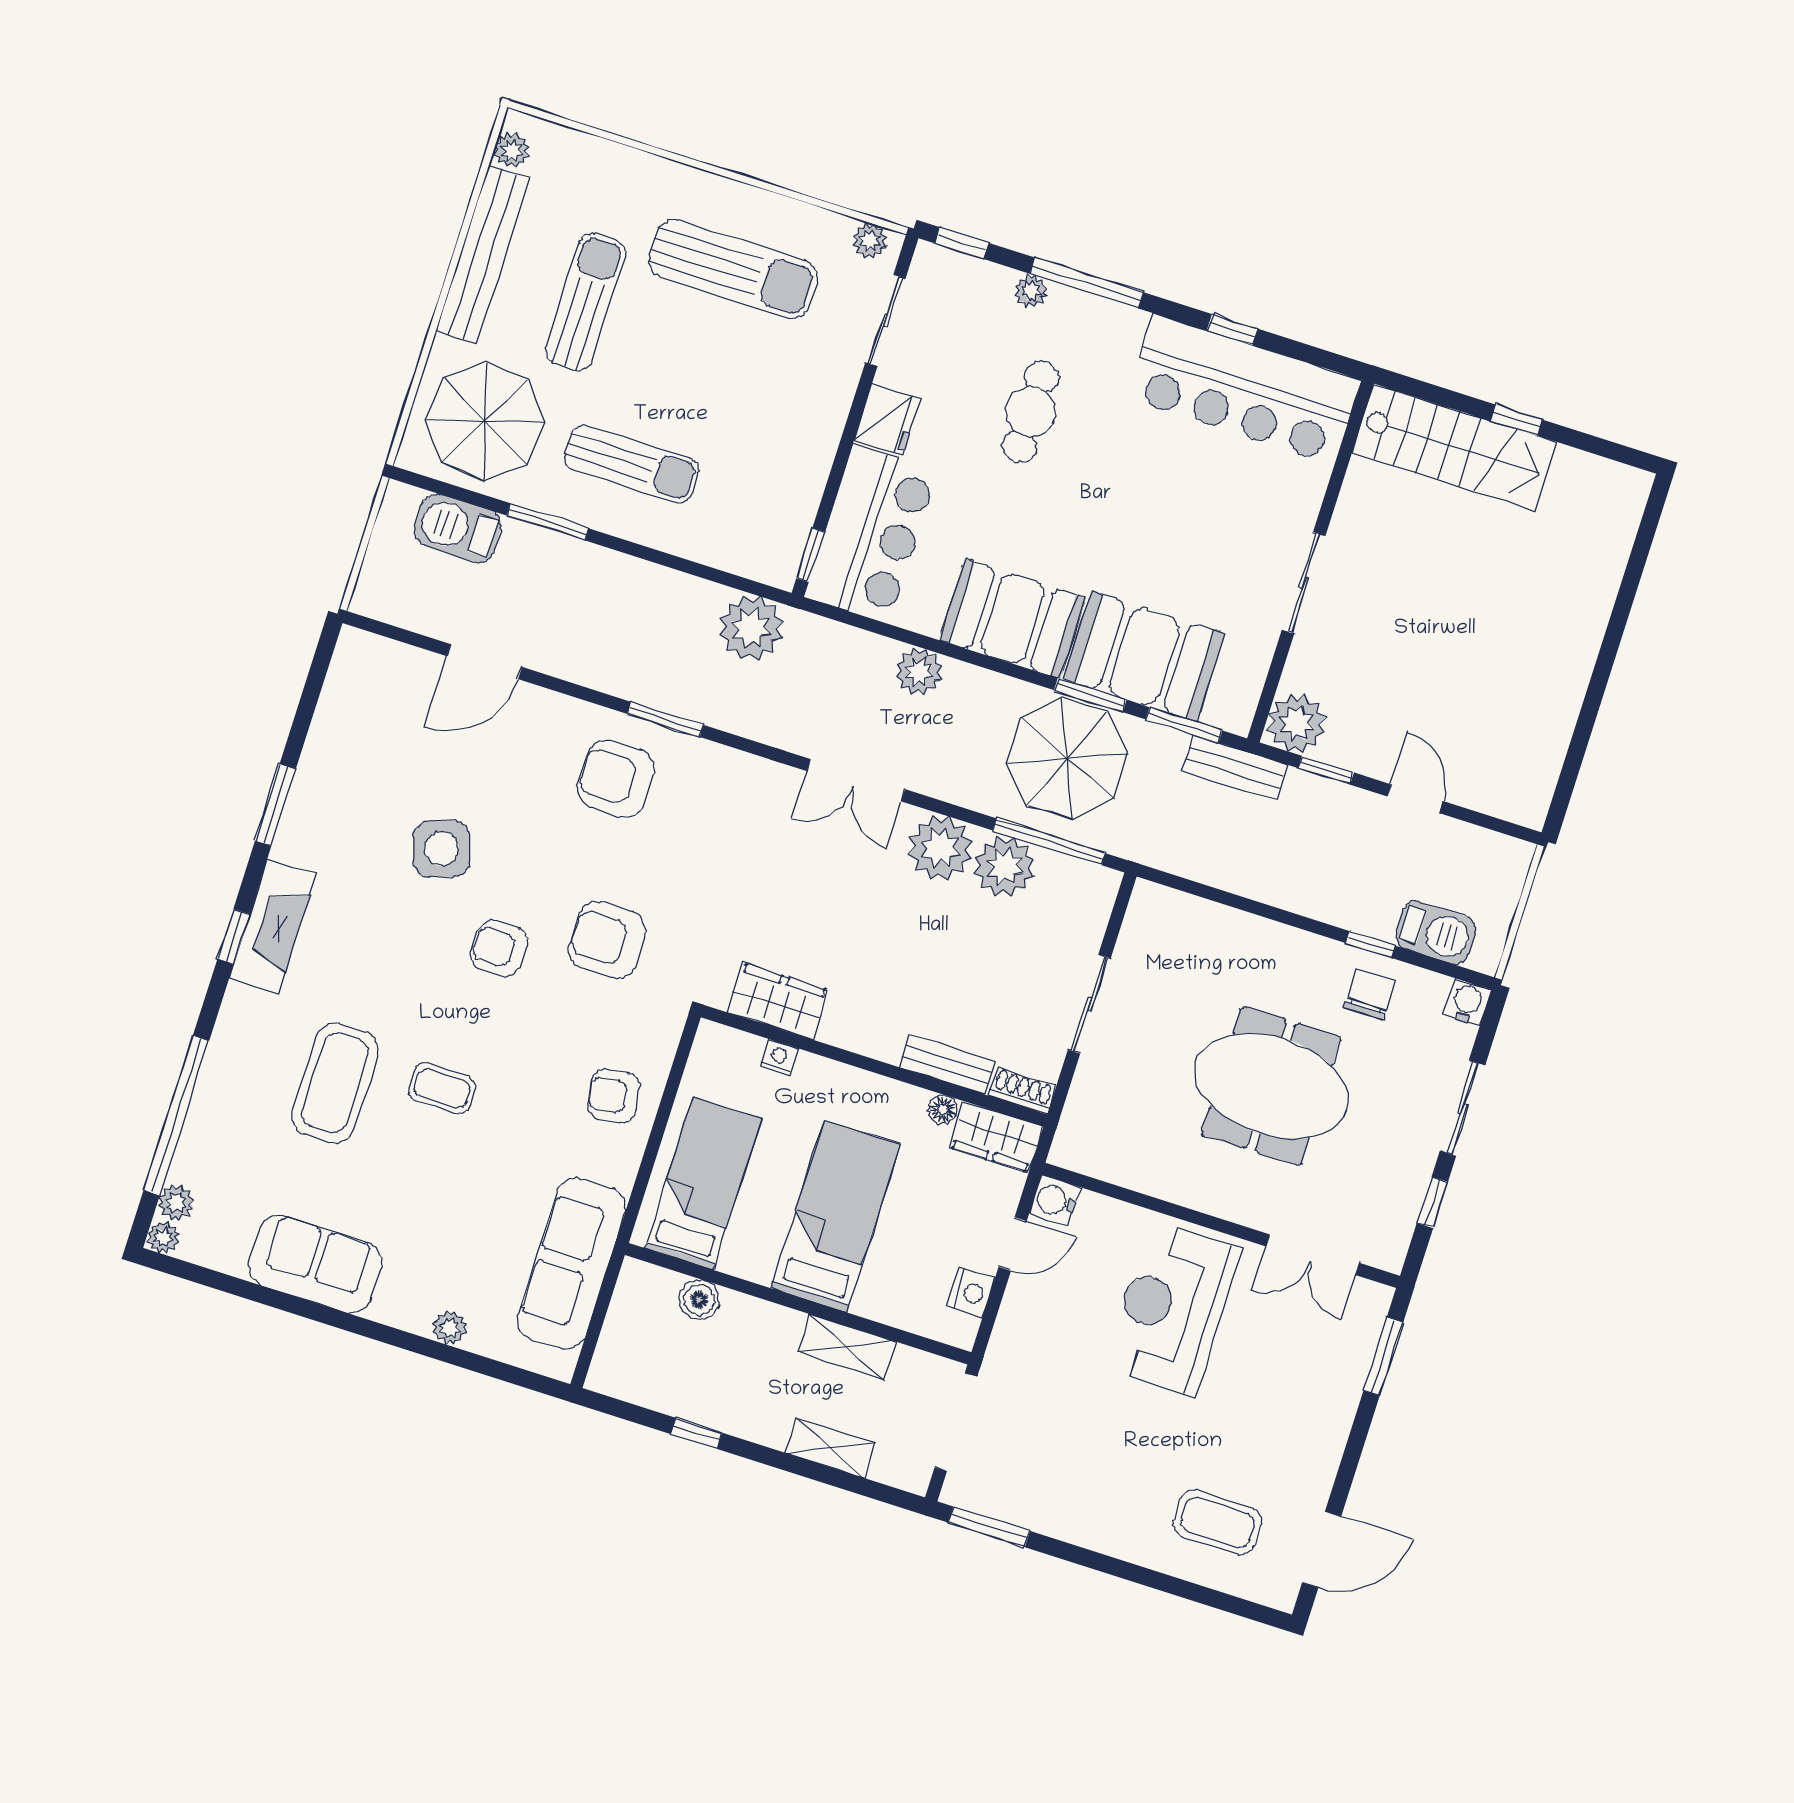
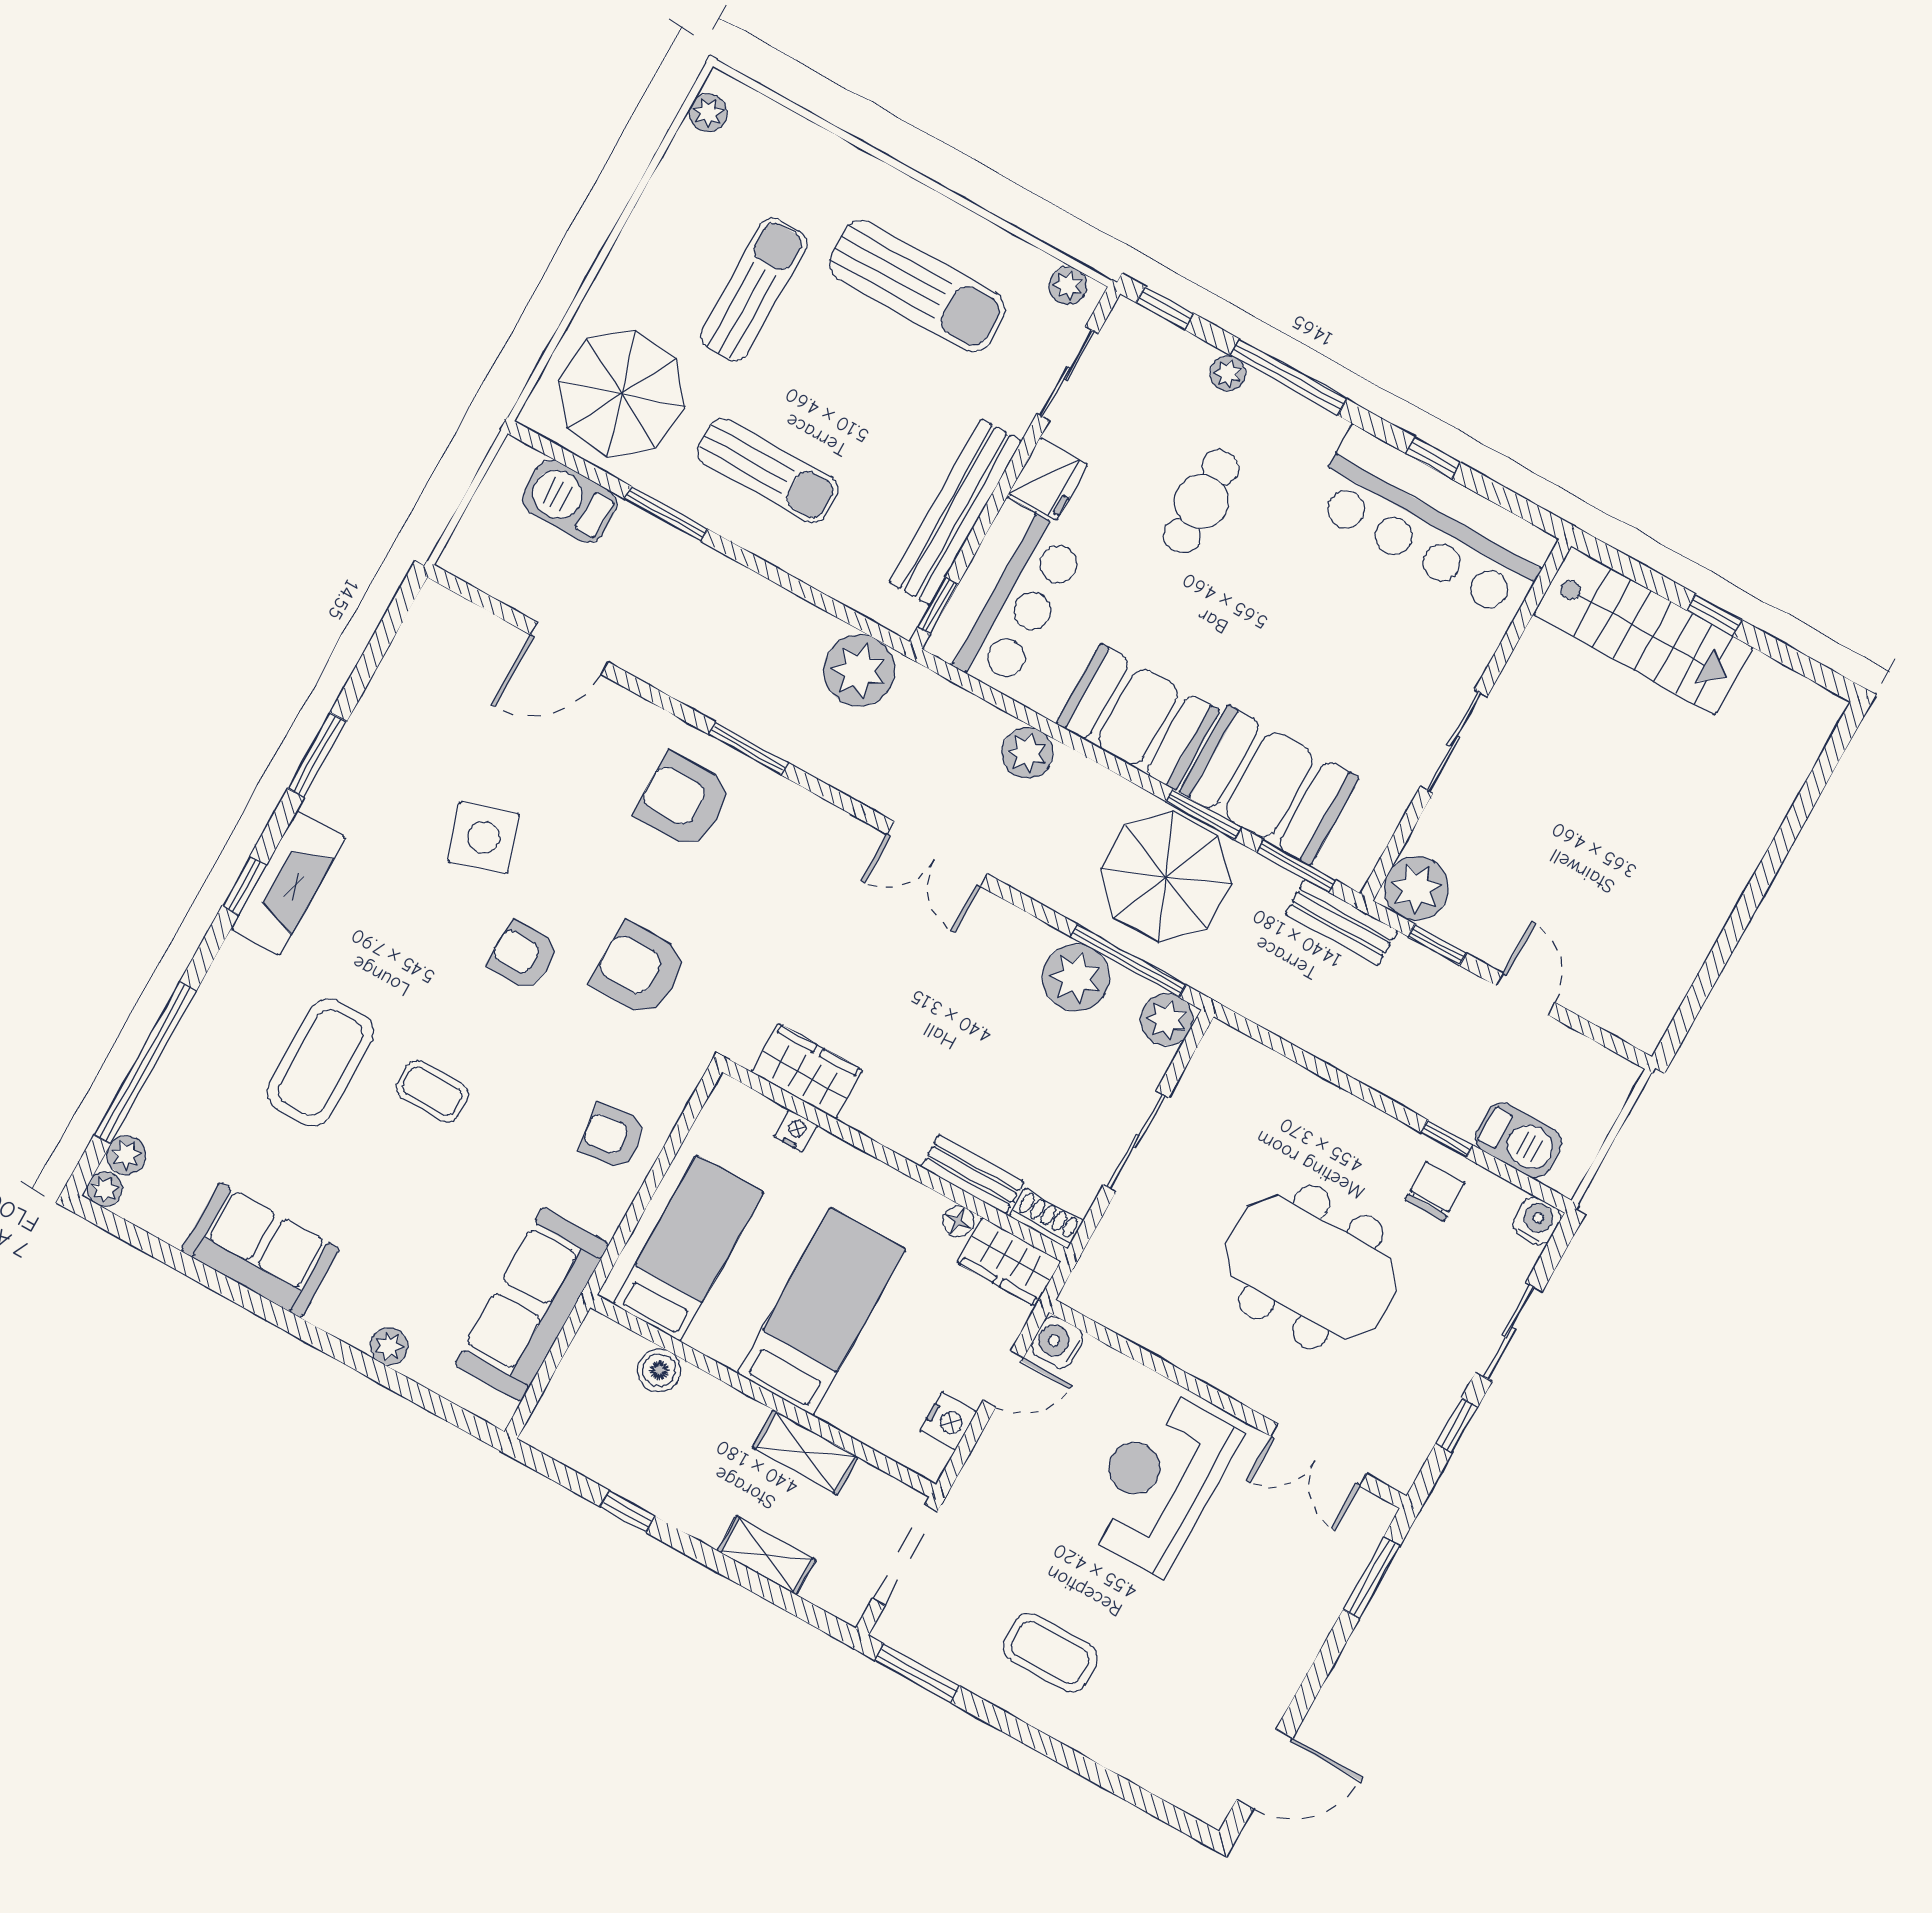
bench: (483, 255) -> (955, 512), moved
plant: (940, 848) -> (1167, 1020), moved, width x0.73, depth x0.73
coffee table: (1218, 1522) -> (1050, 1653), moved

